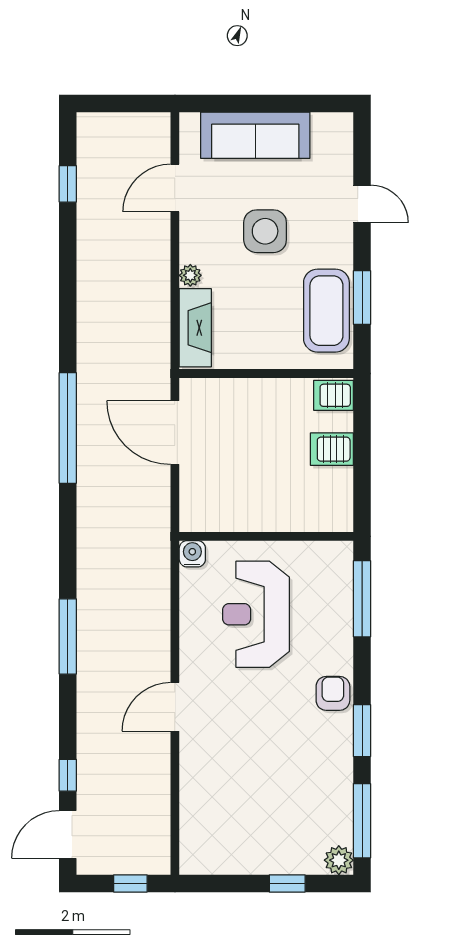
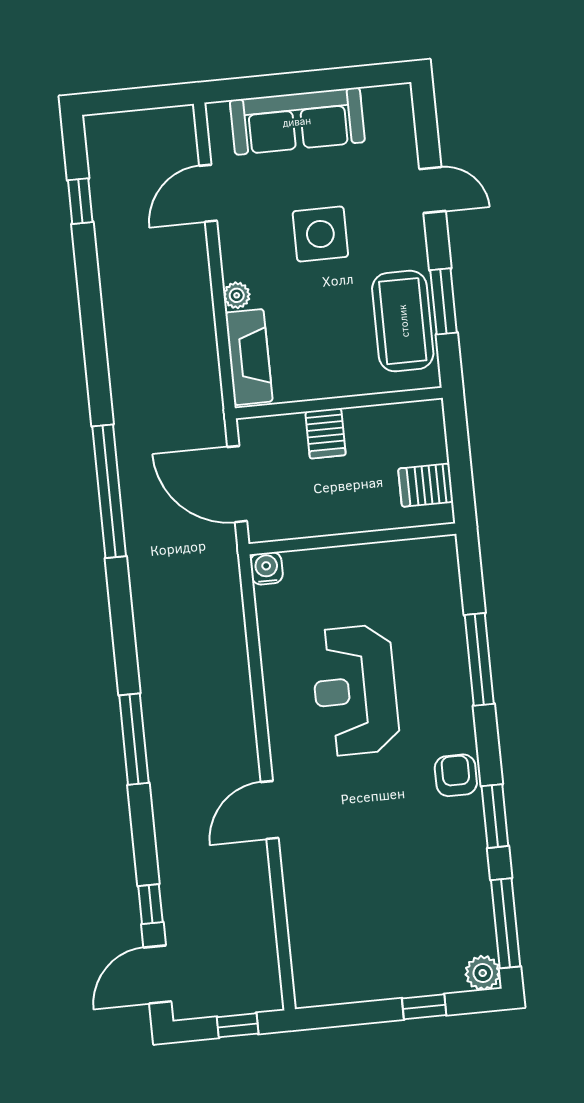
server rack: (334, 395) -> (325, 433), moved, turned -90
wall: (266, 536) -> (352, 539), moved
water cooler: (192, 554) -> (266, 568), moved

